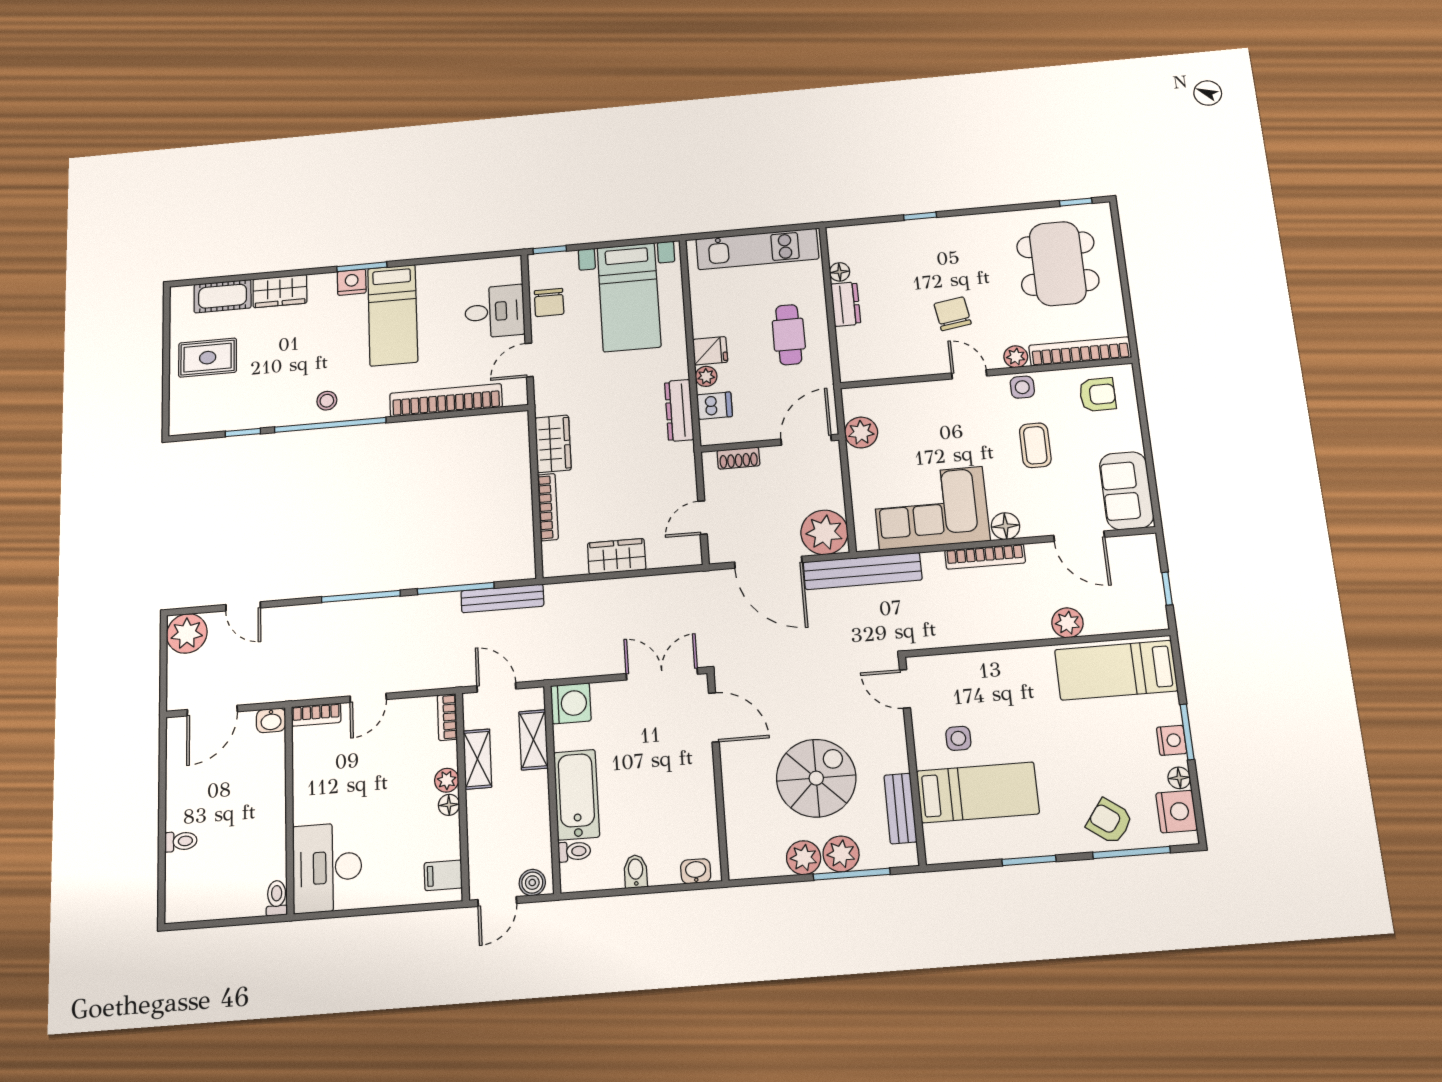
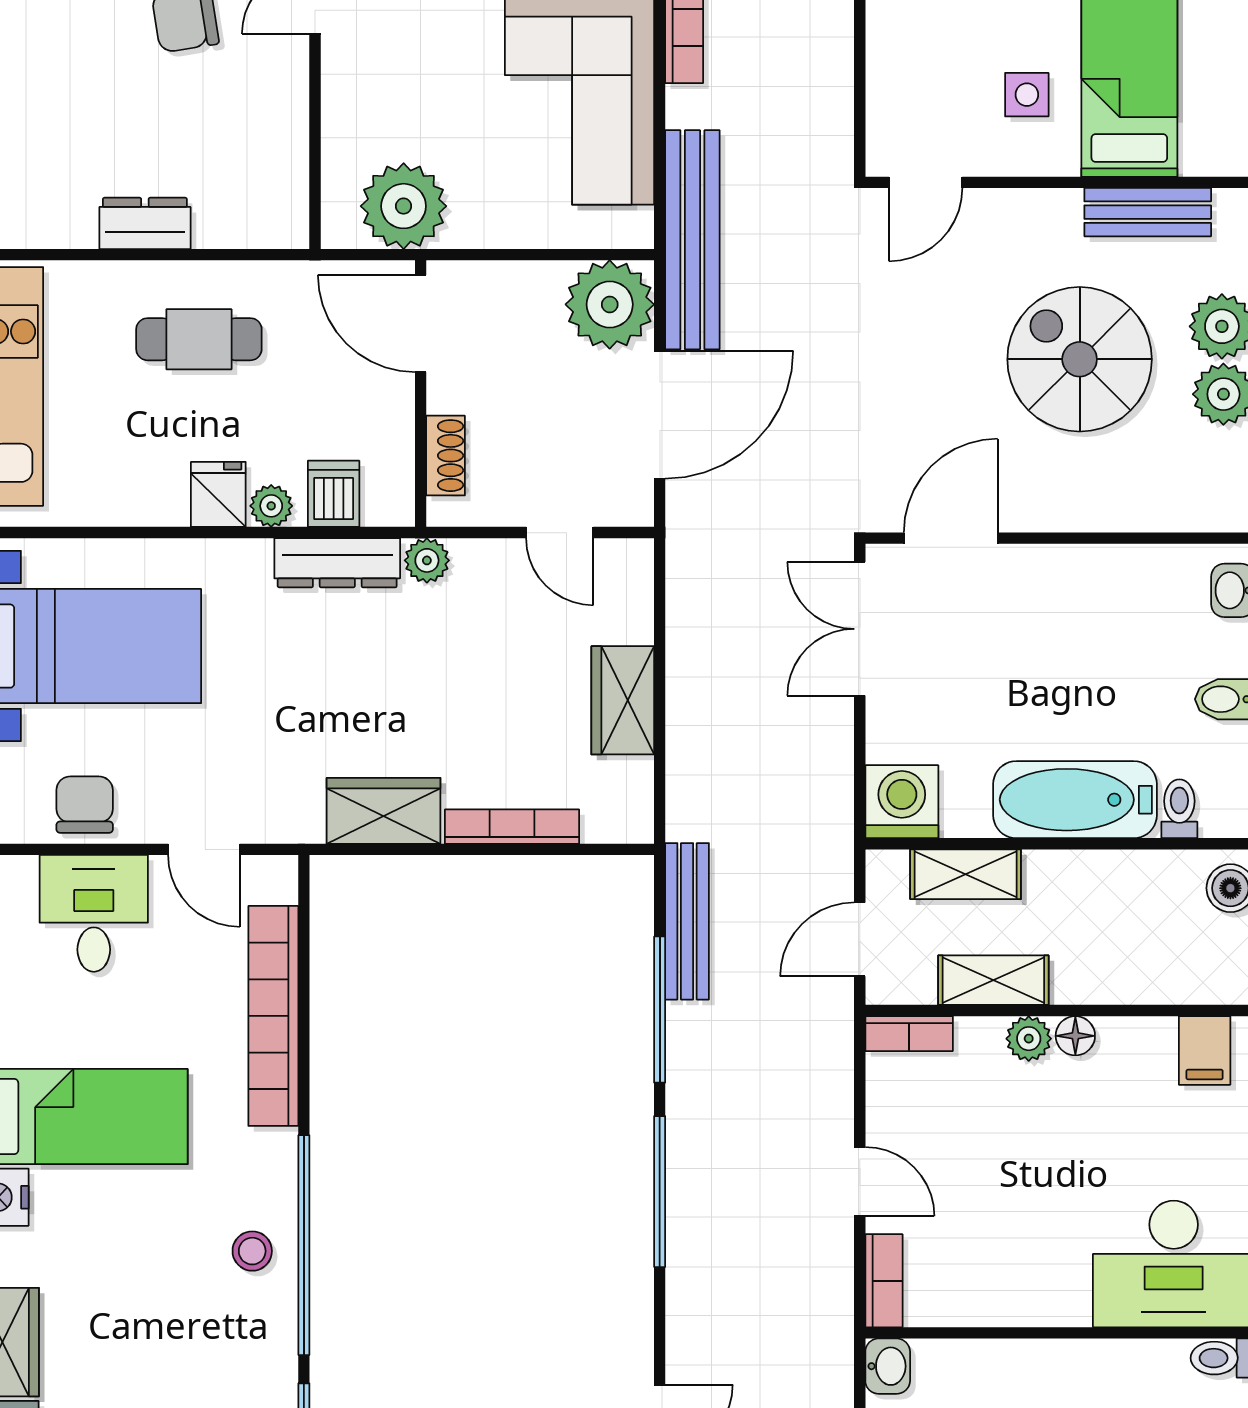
floor lamp: (840, 272) -> (75, 229), removed
chair: (549, 302) -> (85, 805), turned -90
plant: (861, 432) -> (404, 206), width x1.36, depth x1.36
plant: (683, 454) -> (427, 560), added

